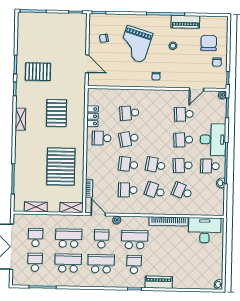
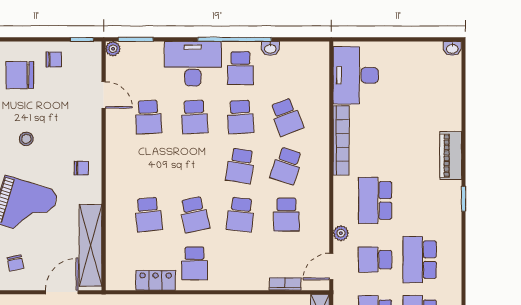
shelving: (113, 80) -> (91, 245), added
school desk: (182, 191) -> (286, 117), turned -42
school desk: (134, 264) -> (420, 200), removed

